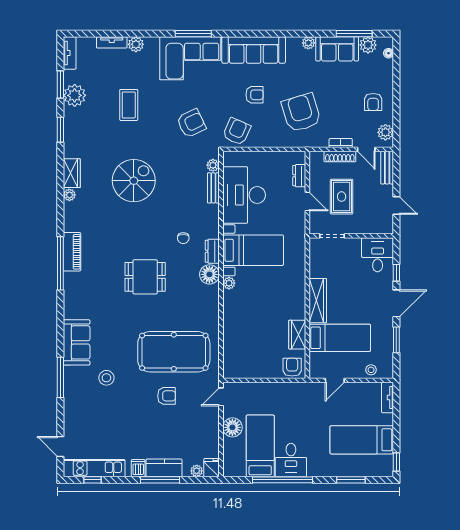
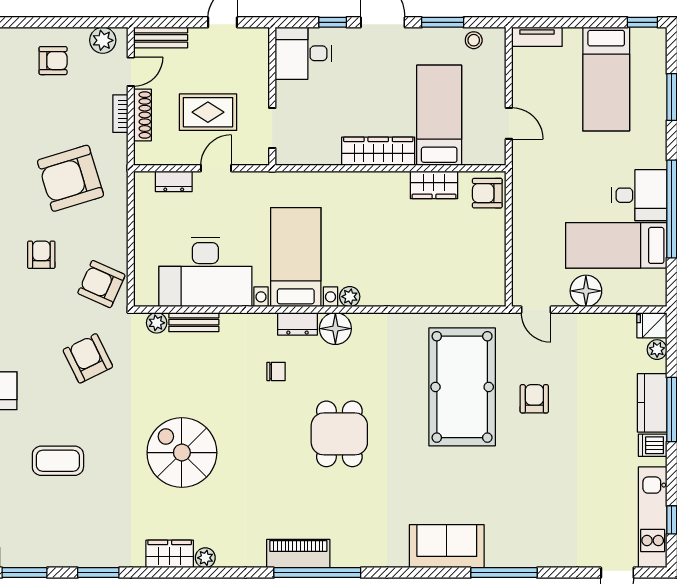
plant: (75, 95) -> (42, 549), removed
stool: (371, 370) -> (474, 40), moved
stool: (106, 378) -> (505, 497), removed

